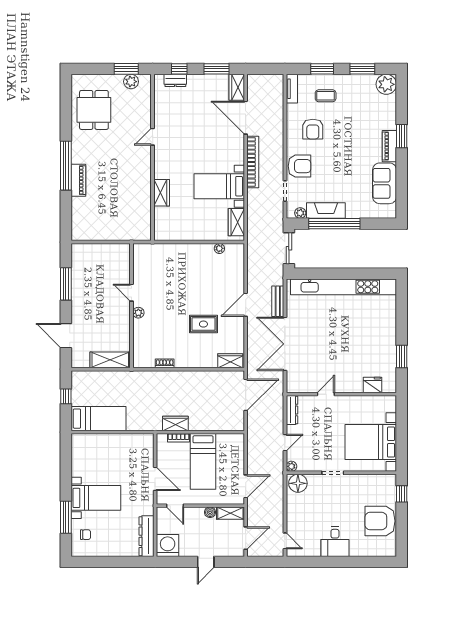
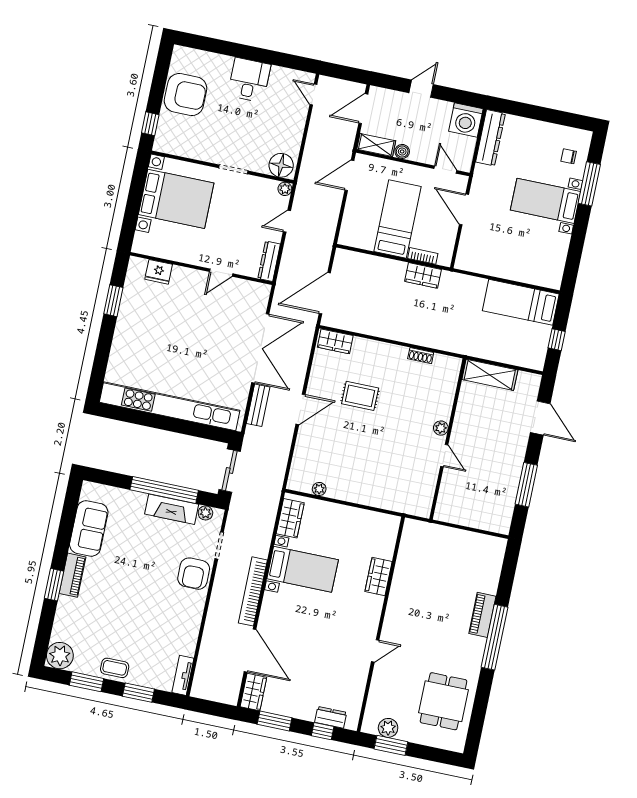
coffee table: (326, 96) -> (115, 668), moved
armchair: (313, 129) -> (167, 618), removed
armchair: (300, 166) -> (194, 574), turned -90

